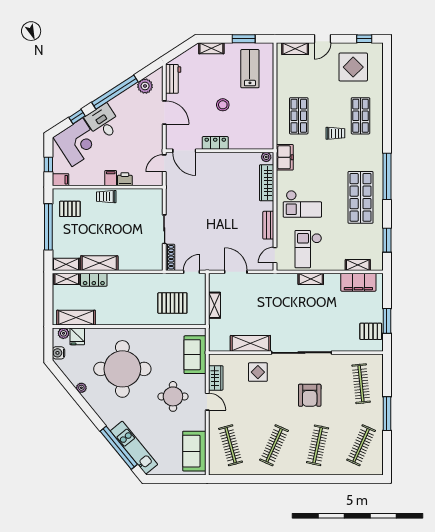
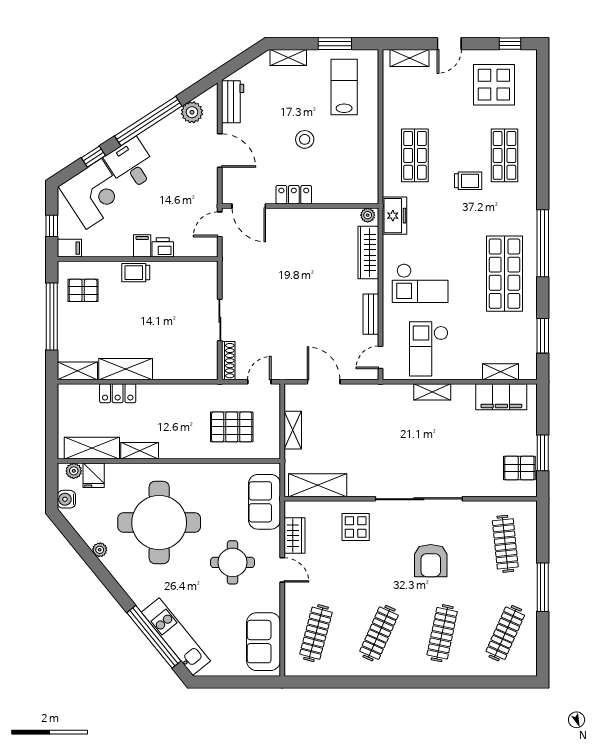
shelving: (67, 279) -> (140, 451), moved
shelving: (250, 343) -> (318, 485), moved
clothes rail: (231, 445) -> (316, 633), turned 30

